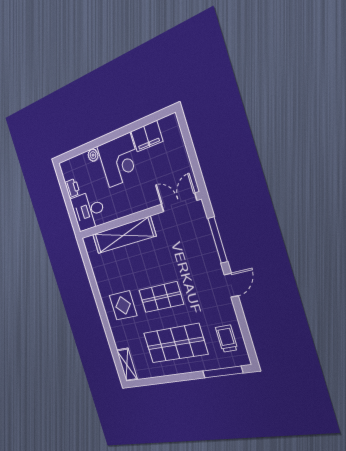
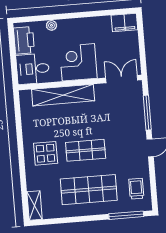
filing cabinet: (147, 136) -> (124, 22), moved
corner desk: (119, 160) -> (78, 62), moved, turned 180
printer: (72, 188) -> (24, 40), width x1.87, depth x1.48

